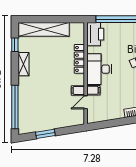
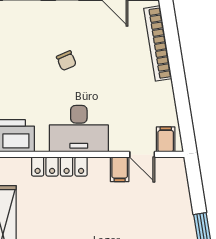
filing cabinet: (93, 90) -> (166, 139), moved

